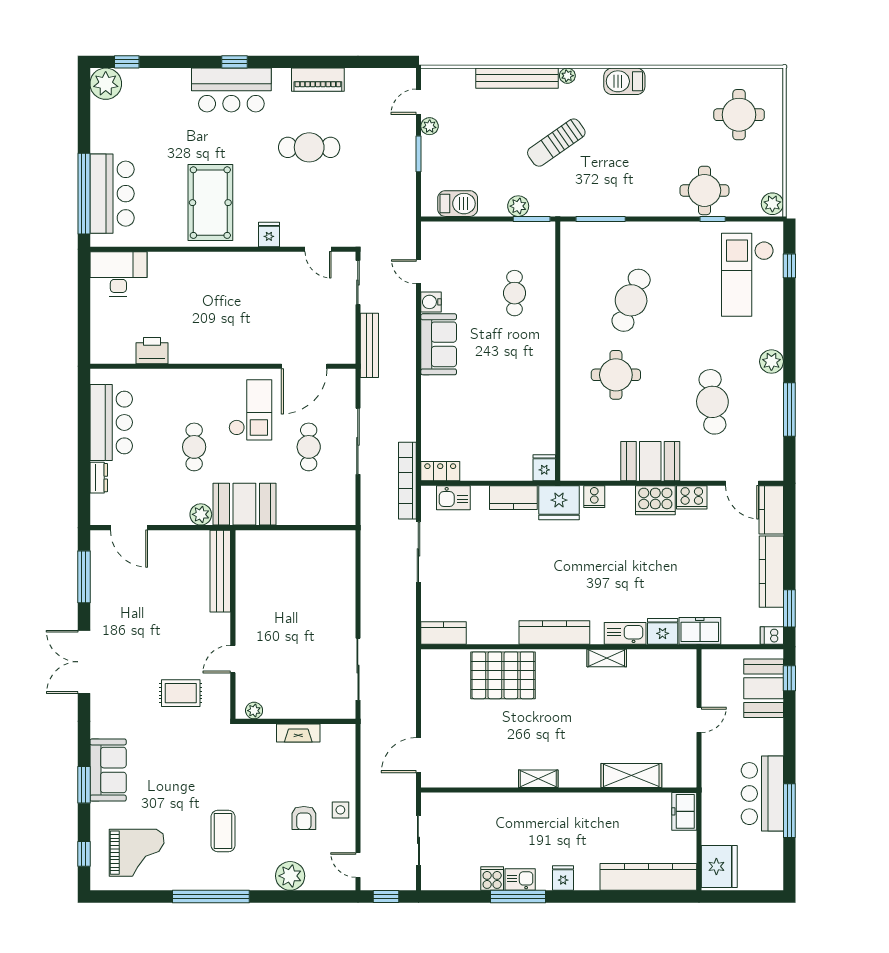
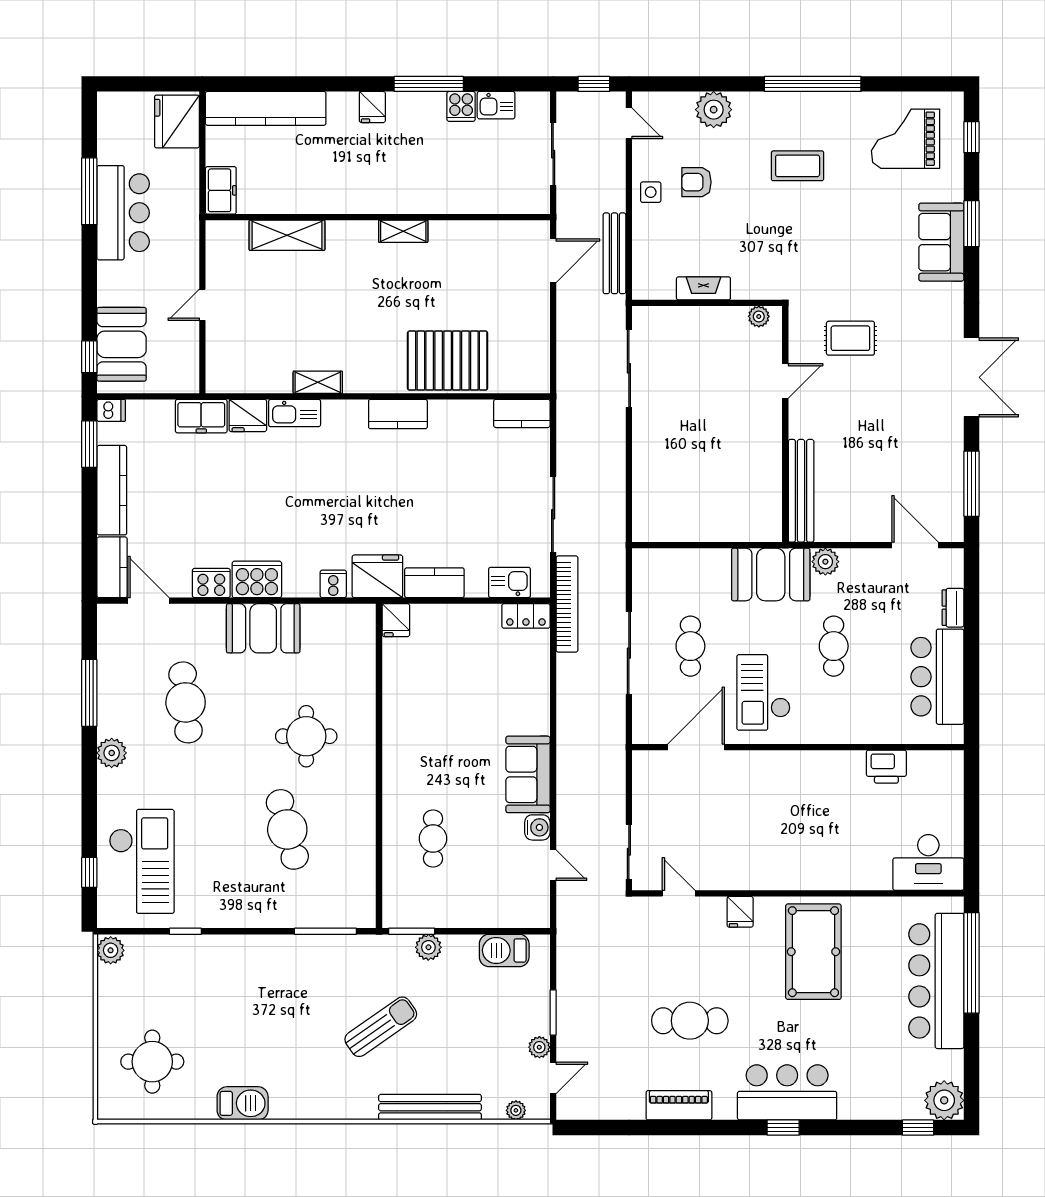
plant: (567, 76) -> (516, 1110), moved
barbecue: (624, 81) -> (243, 1103), moved
round table: (704, 190) -> (195, 967), removed
bar counter: (112, 194) -> (936, 981), width x1.36
cafe table: (631, 300) -> (287, 829), turned -36
bench: (369, 345) -> (614, 253), moved
kitchen counter: (554, 633) -> (398, 414), width x0.67
armchair: (304, 818) -> (696, 182), turned -90
coffee table: (223, 831) -> (798, 166), turned 90
kitchen sink: (520, 880) -> (496, 105), moved

